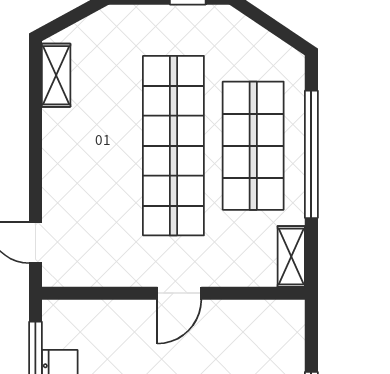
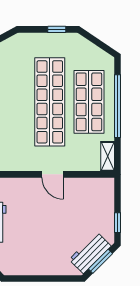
door: (179, 293) -> (53, 174), hinge flipped

